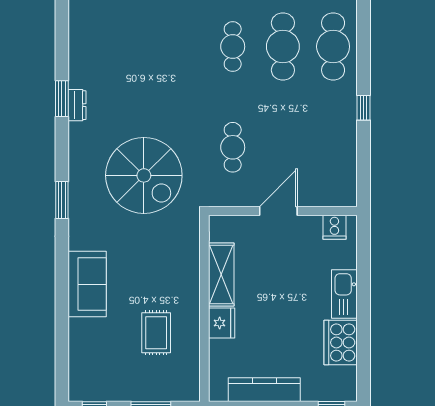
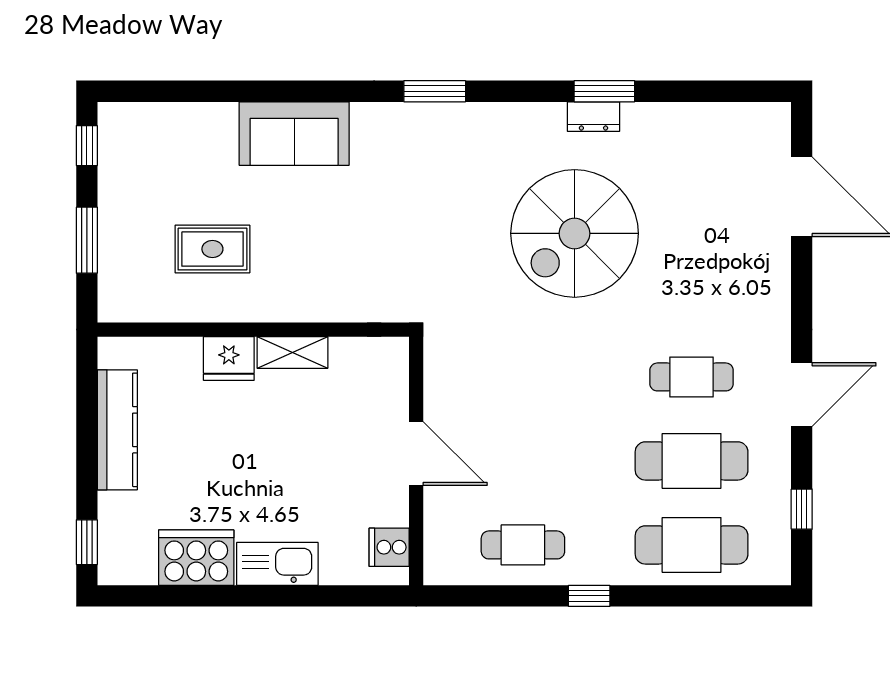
cafe table: (233, 147) -> (523, 545), moved
spiral stairs: (144, 175) -> (575, 233), moved
shelving: (221, 274) -> (292, 352), width x0.67, depth x0.75

